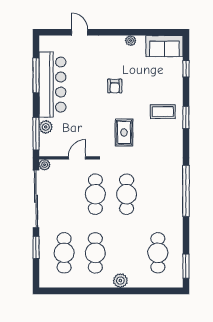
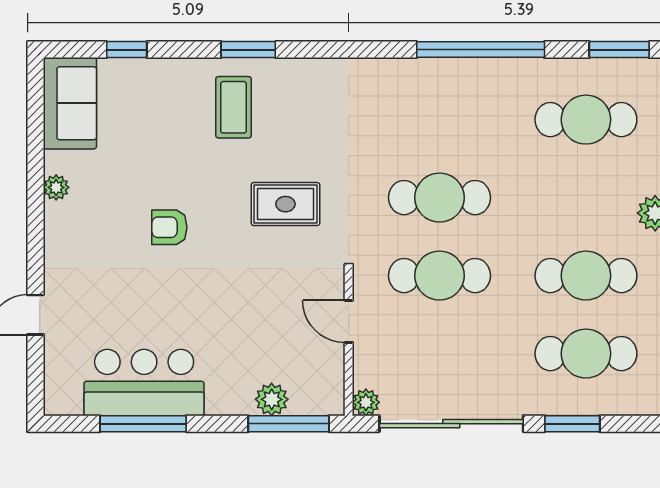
bar counter: (53, 85) -> (144, 383), width x0.73
armchair: (115, 86) -> (169, 227), turned 180
window: (186, 191) -> (481, 50), moved

